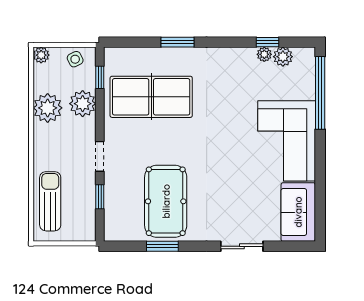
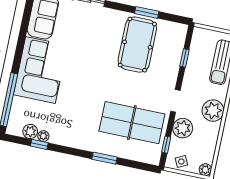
plant: (48, 108) -> (213, 111), moved
doorway: (100, 156) -> (175, 101), moved

